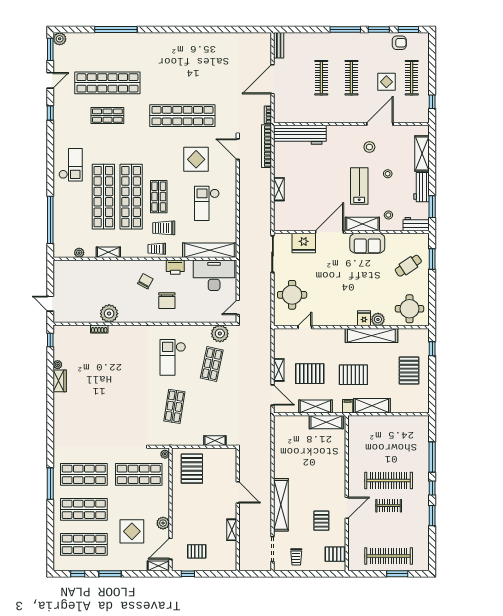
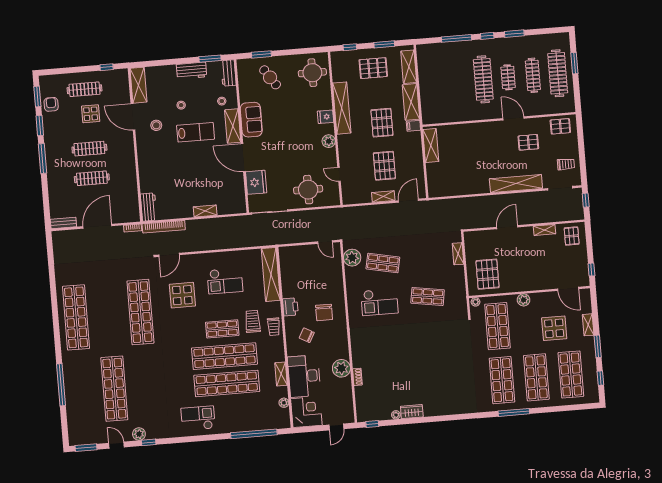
plant: (60, 39) -> (139, 434), moved
door: (273, 79) -> (97, 226), swing flipped
shop shelf: (107, 116) -> (76, 317), moved, width x2.00, depth x1.36
workbench: (300, 135) -> (149, 207), width x0.53, depth x0.76
shelving: (422, 154) -> (138, 85), moved, turned 90
lab bench: (359, 186) -> (196, 132), turned 180
trolley: (164, 228) -> (253, 321), turned 180
corner desk: (68, 275) -> (306, 412), added
desk: (214, 275) -> (304, 376), moved
chair: (167, 301) -> (324, 312), turned 90
plant: (378, 319) -> (329, 141), moved
window: (432, 384) -> (384, 44), added
shelving: (315, 406) -> (409, 67), moved
pallet: (192, 469) -> (487, 274), turned 90
plant: (163, 523) -> (524, 300), moved
clothes rail: (389, 531) -> (533, 75), added
pallet: (197, 551) -> (572, 236), moved
pallet: (335, 554) -> (560, 126), turned 90
shelving: (158, 566) -> (588, 325), moved
window: (258, 574) -> (586, 200), added

